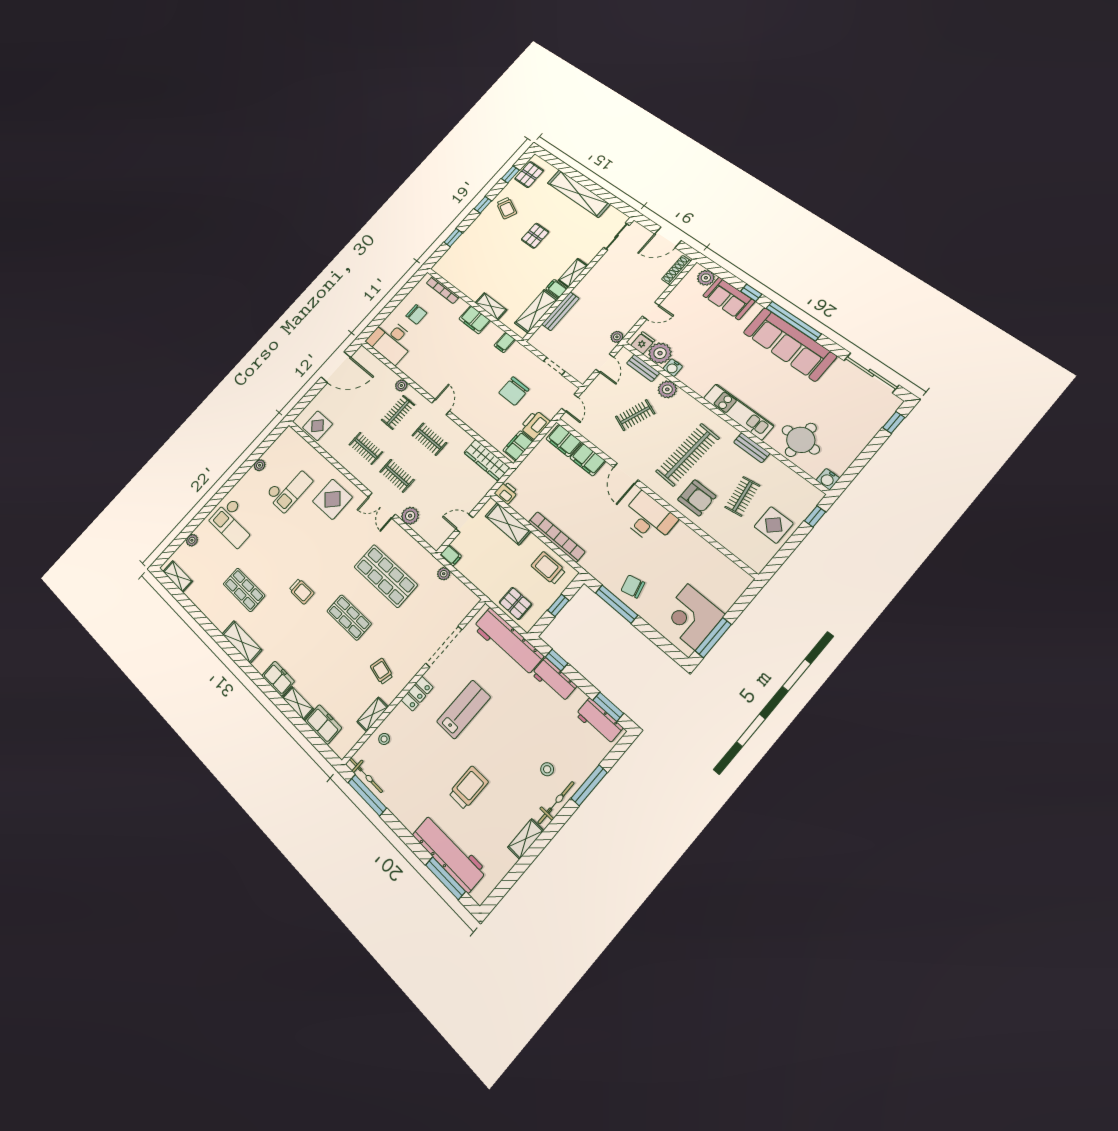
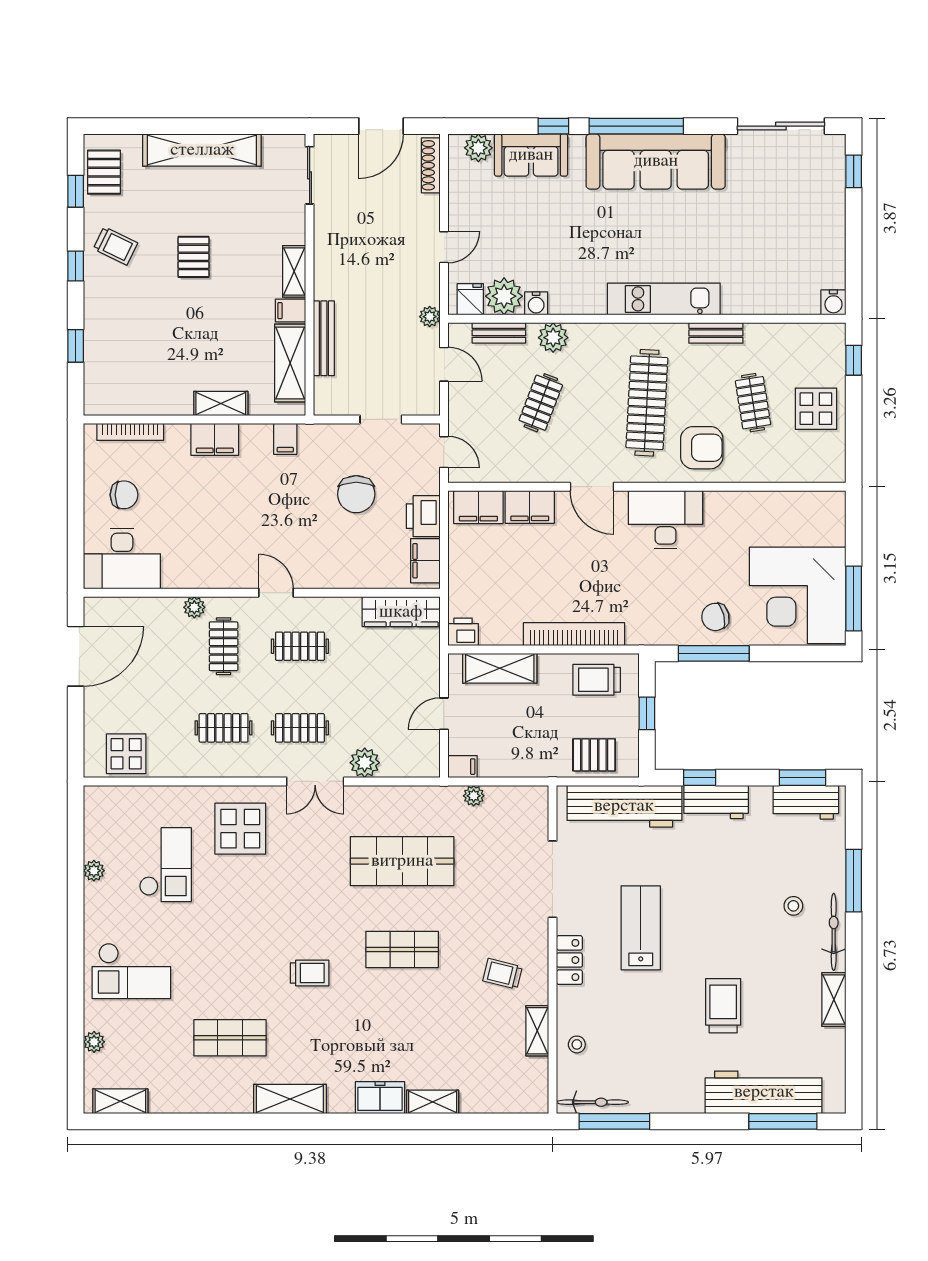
round table: (801, 440) -> (765, 277), removed
corner desk: (691, 617) -> (798, 595), width x1.36, depth x1.36
freezer: (323, 725) -> (488, 1096), removed

